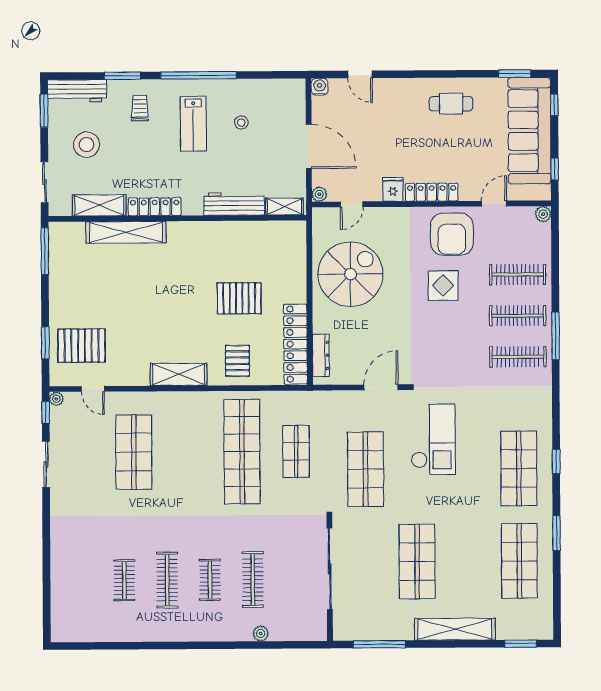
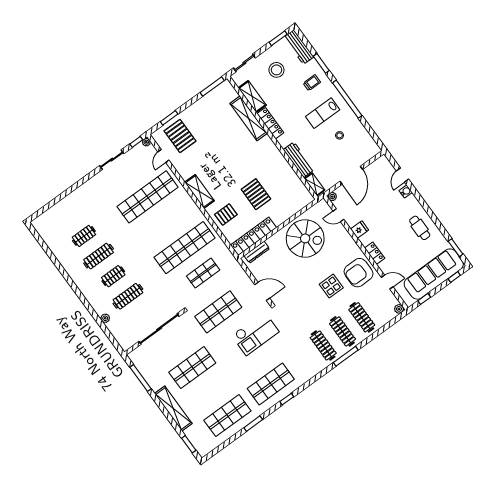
water cooler: (320, 87) -> (406, 191), moved
locker: (432, 192) -> (375, 253), width x0.66
shop shelf: (134, 452) -> (148, 197), width x1.40

